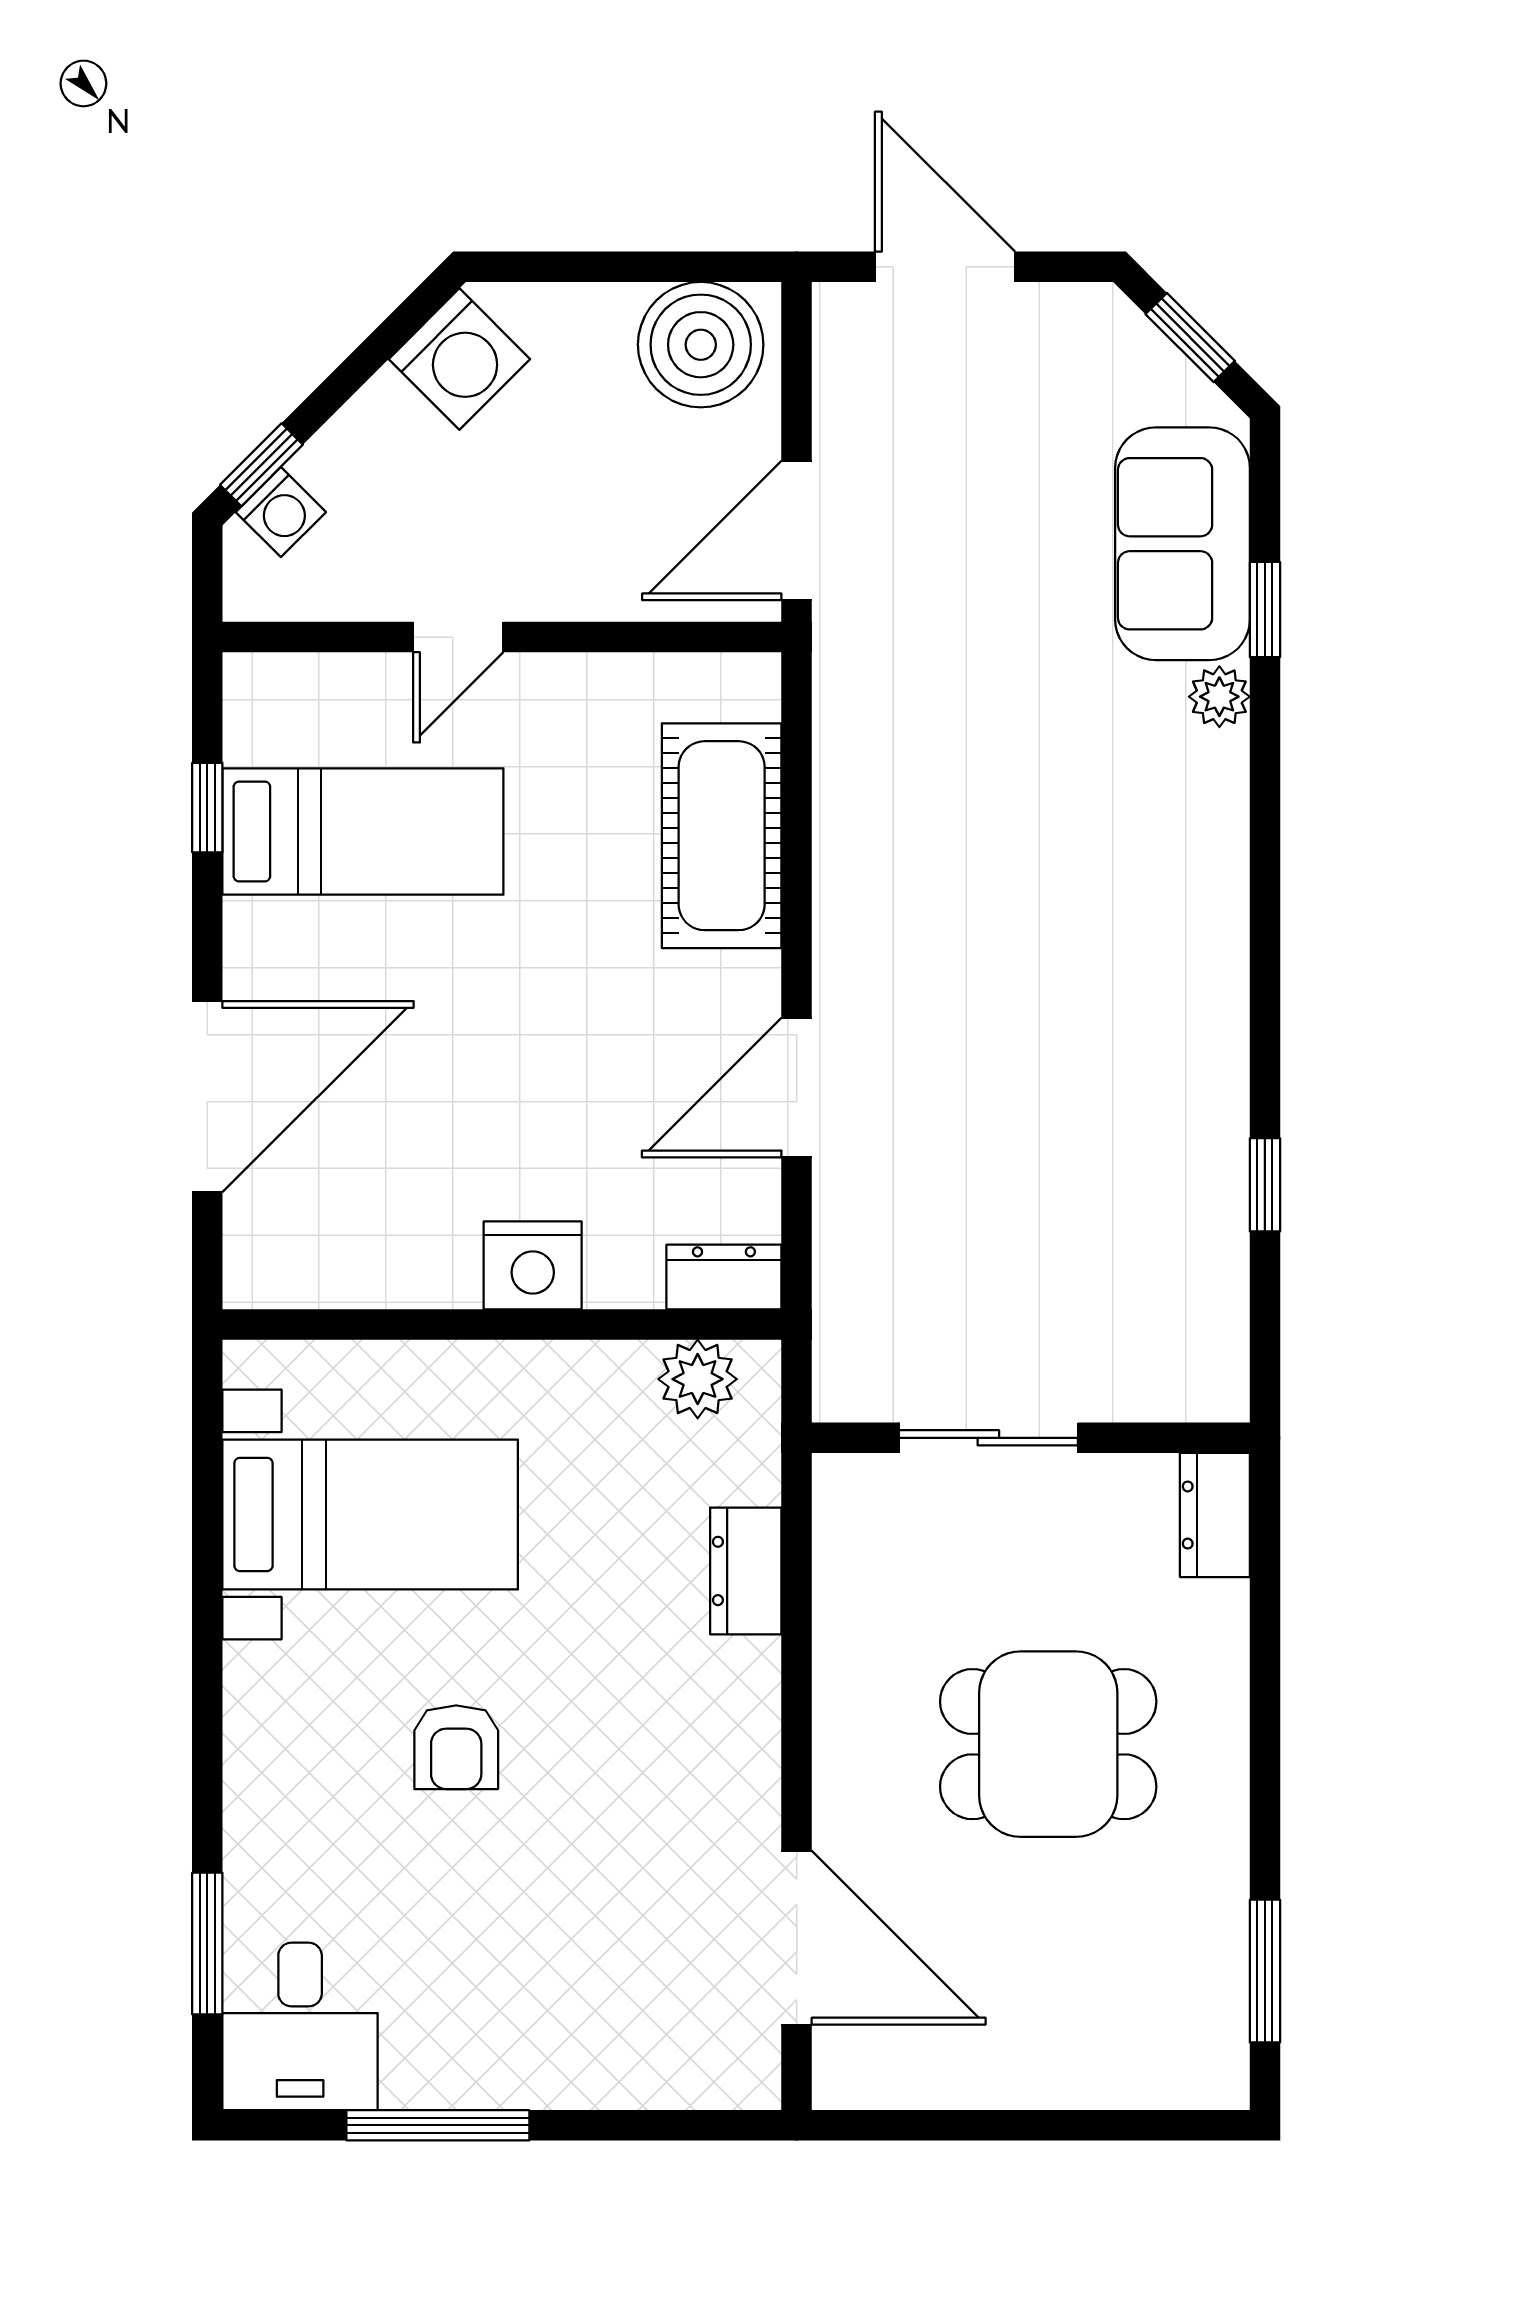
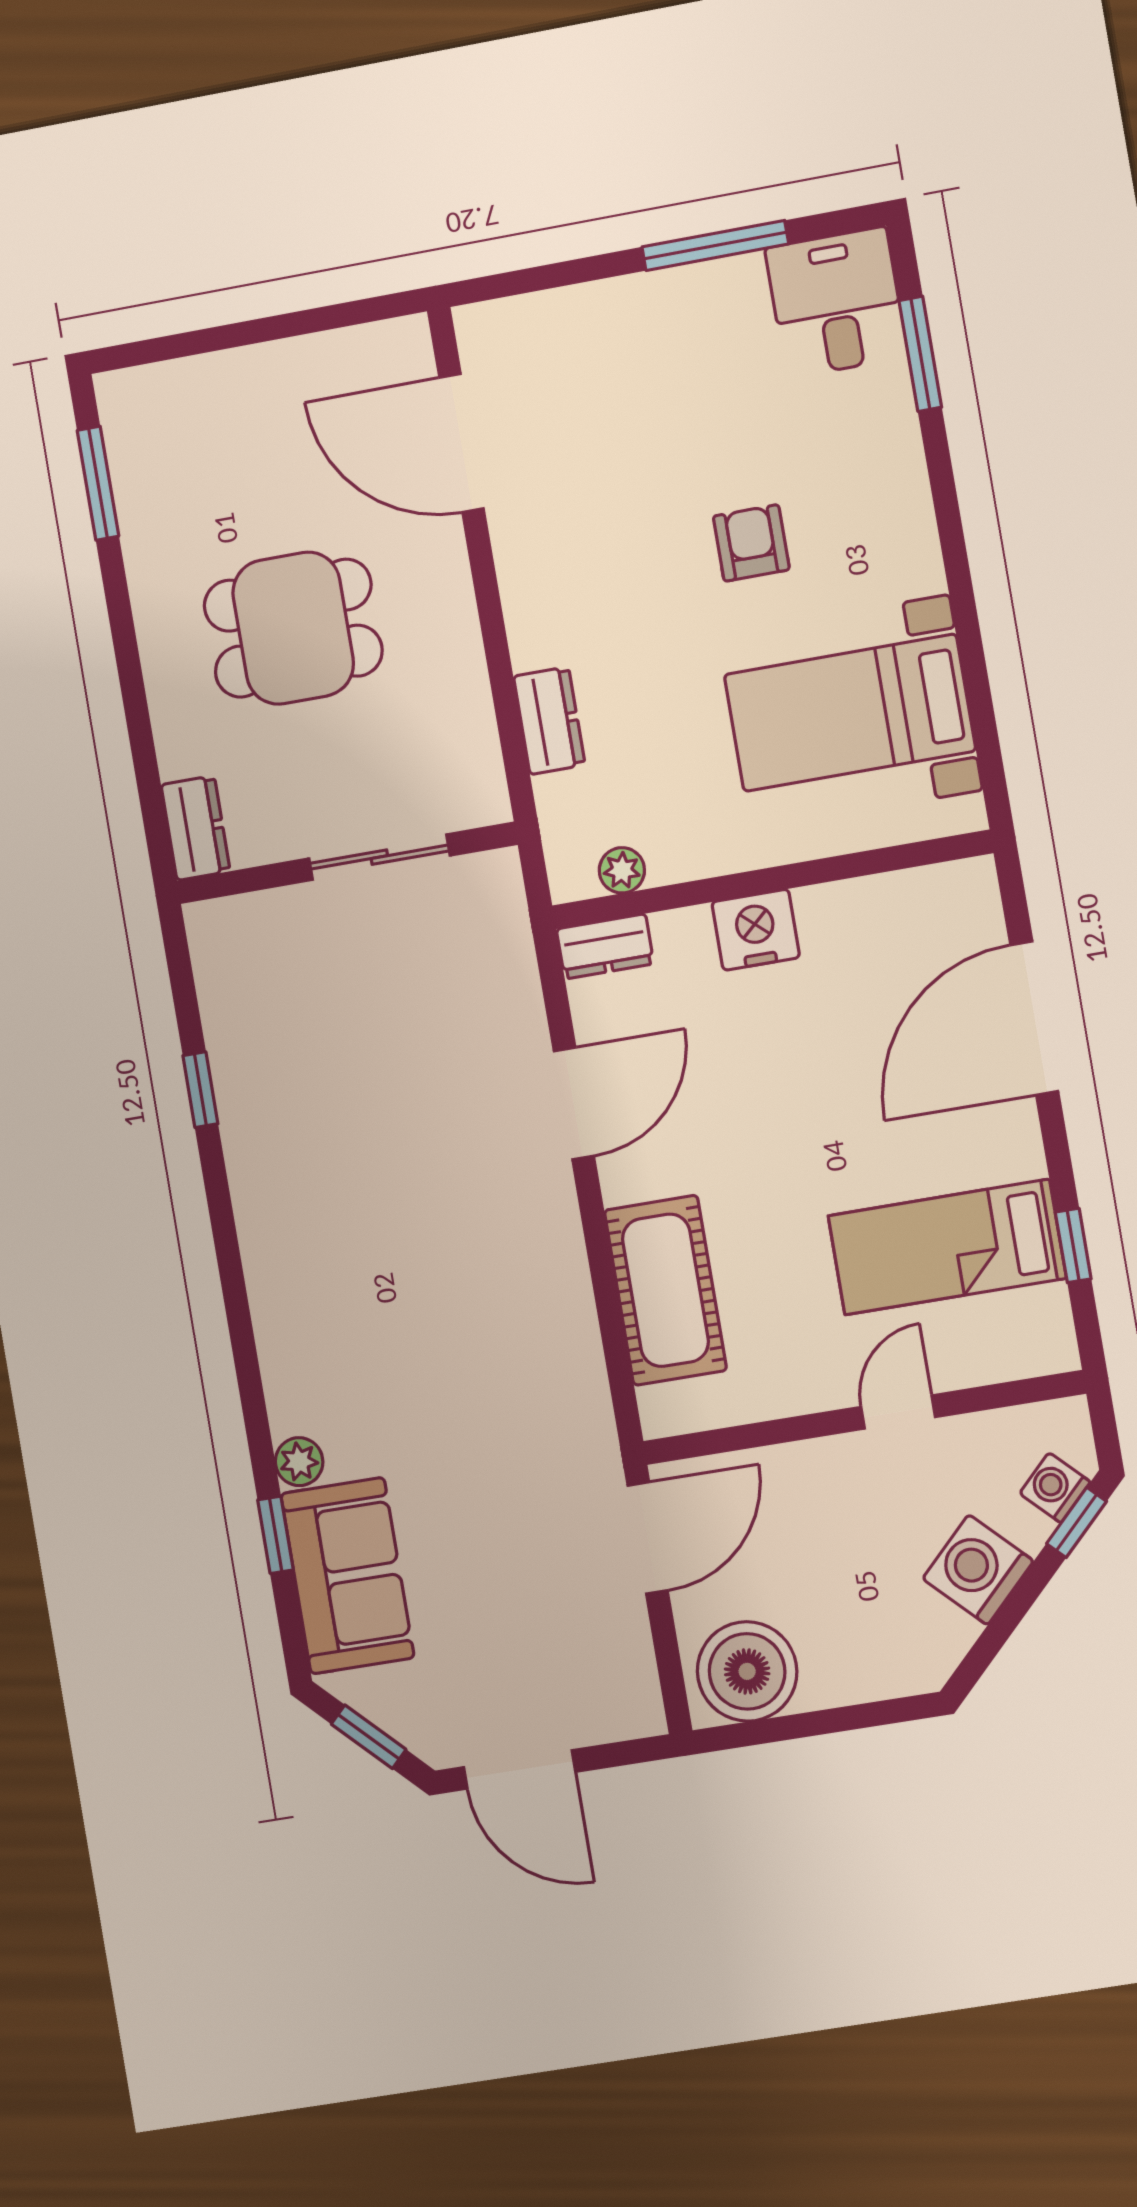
door: (945, 267) -> (520, 1769), moved
washing machine: (459, 359) -> (978, 1570), moved
plant: (698, 1379) -> (622, 870), width x0.73, depth x0.73

